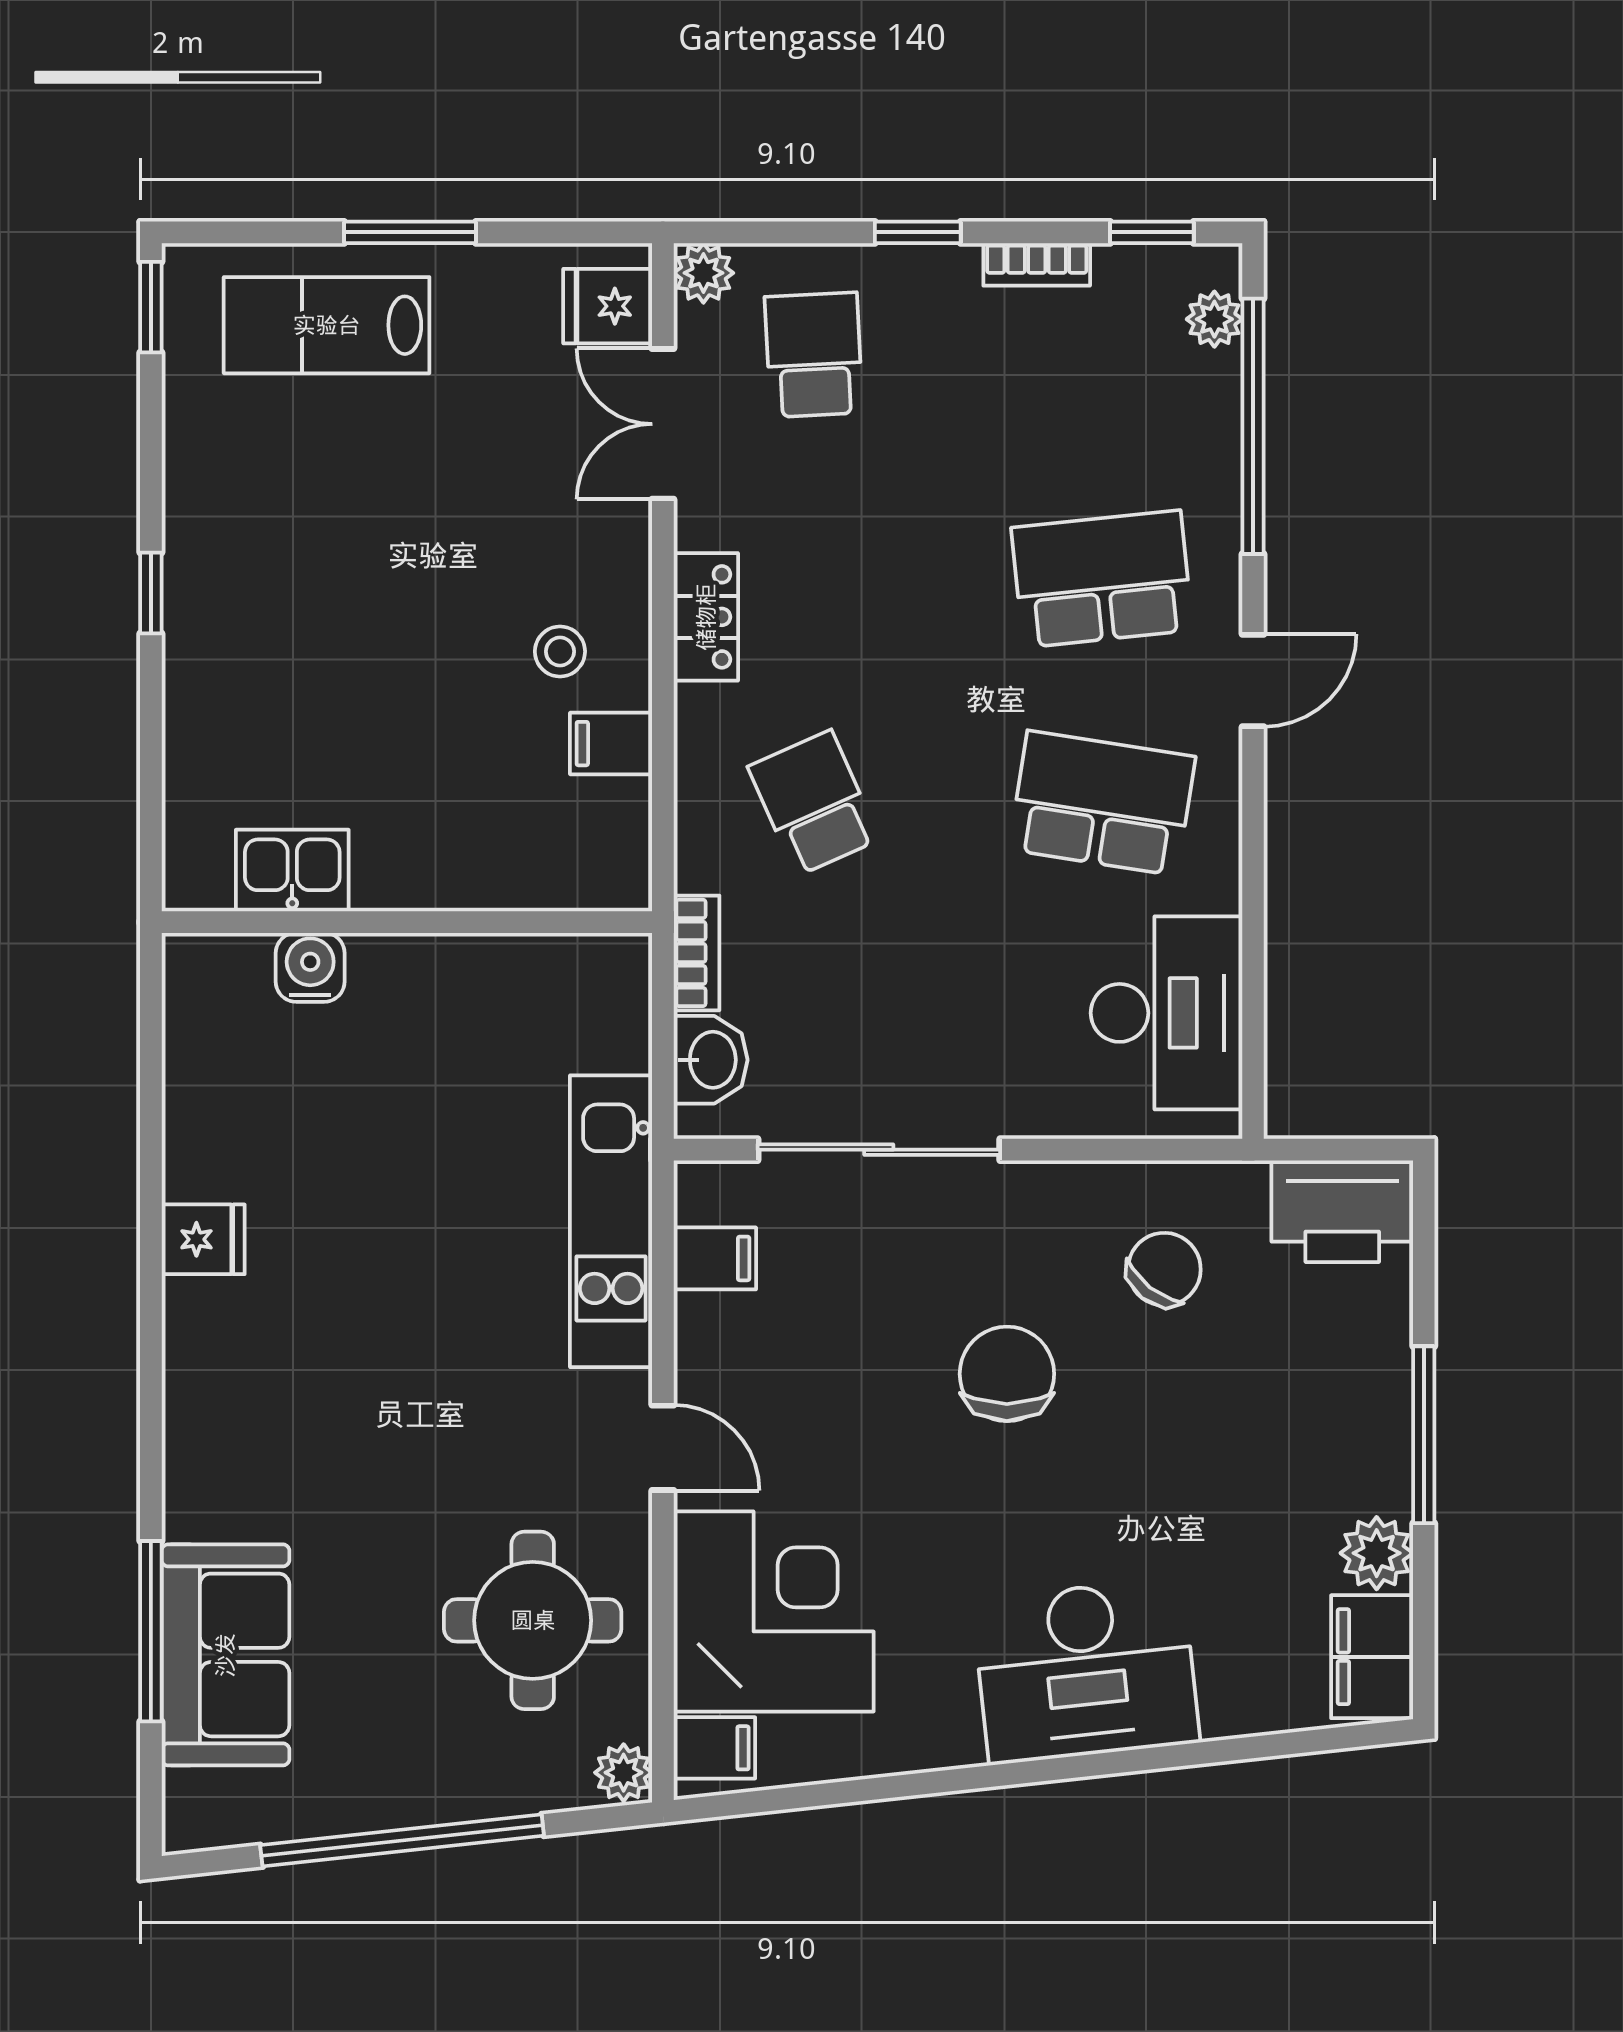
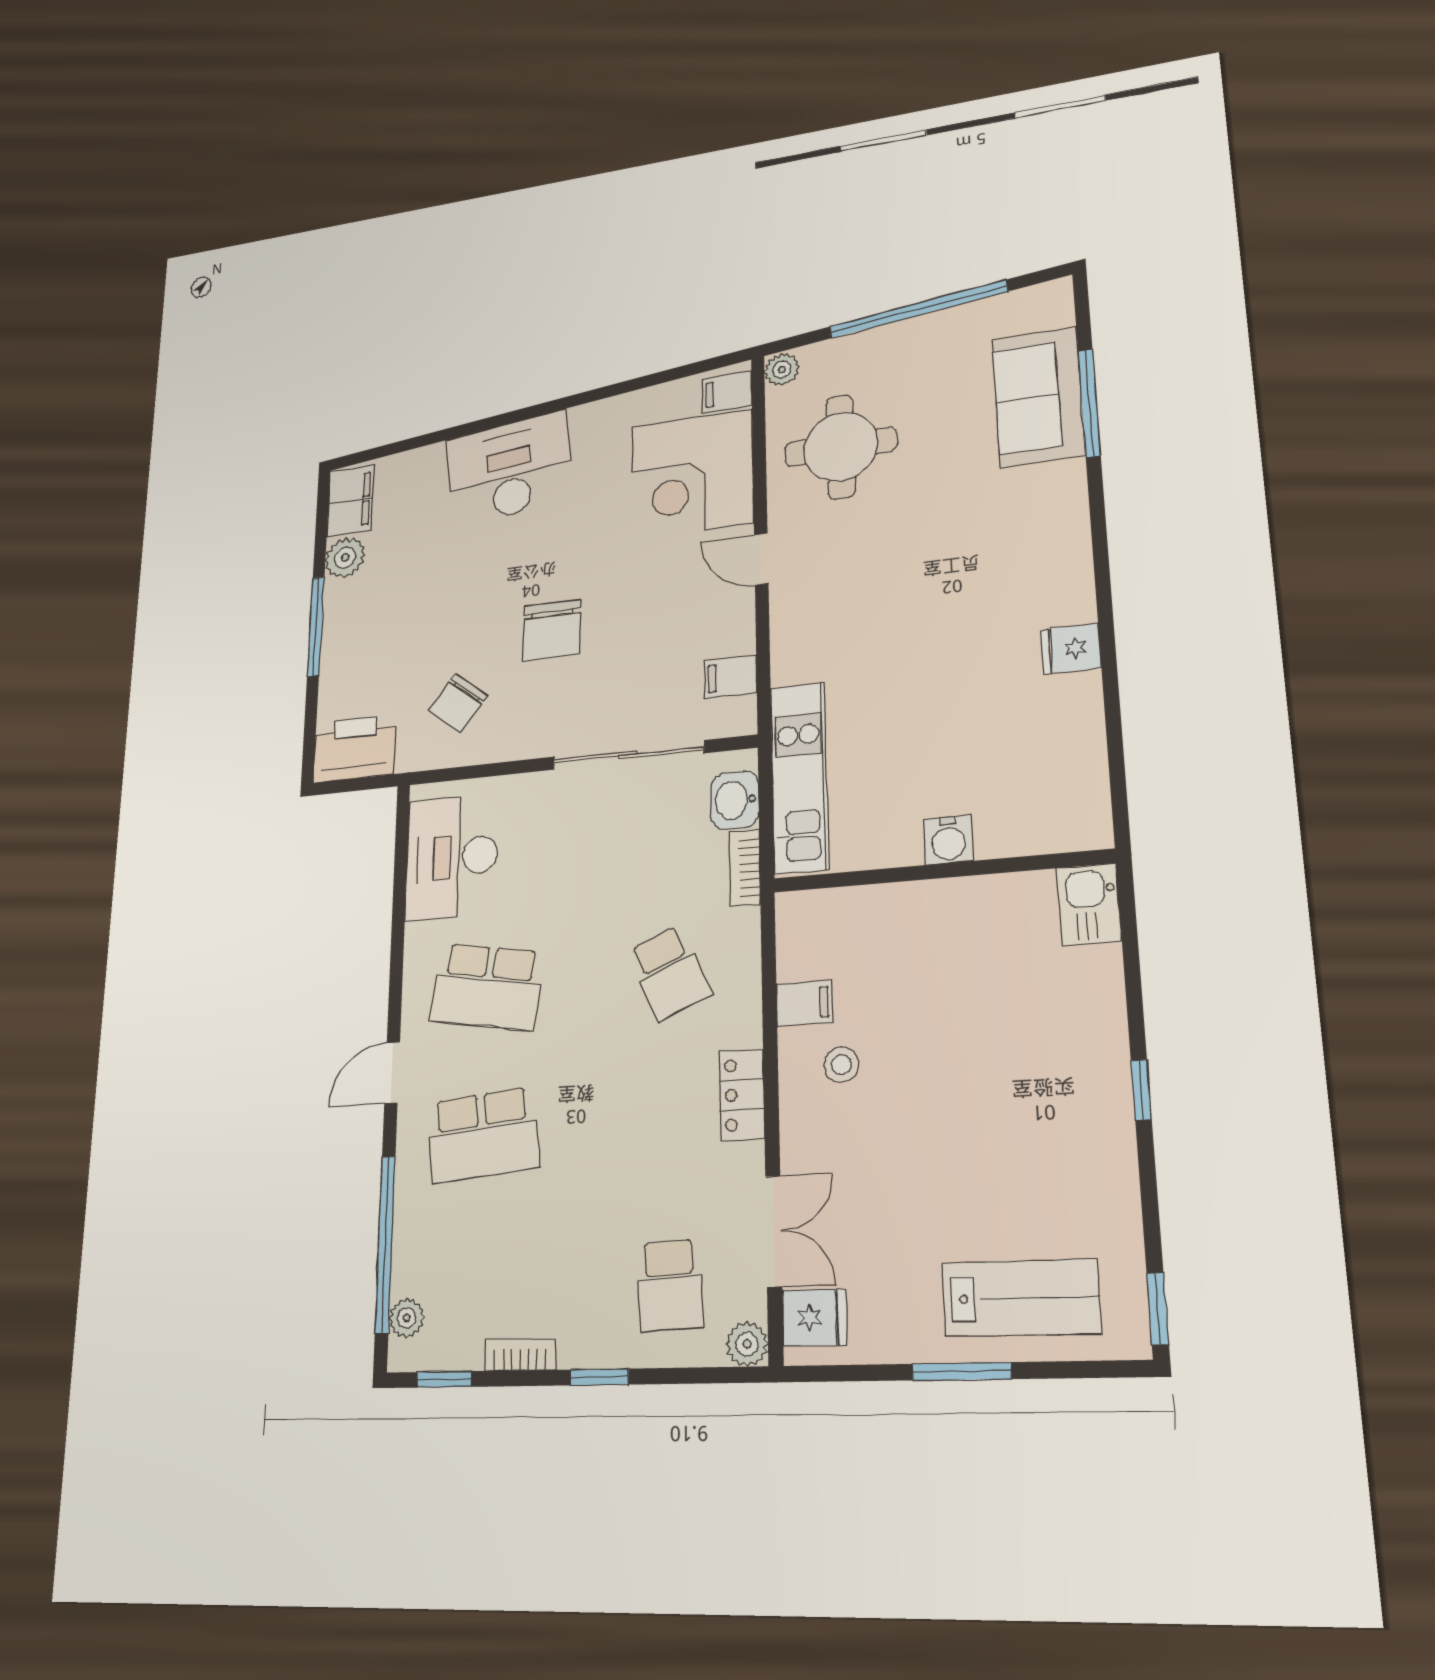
kitchen sink: (292, 871) -> (1089, 905), moved, turned 90
water cooler: (310, 967) -> (948, 840), moved
kitchen unit: (611, 1221) -> (799, 777), moved

